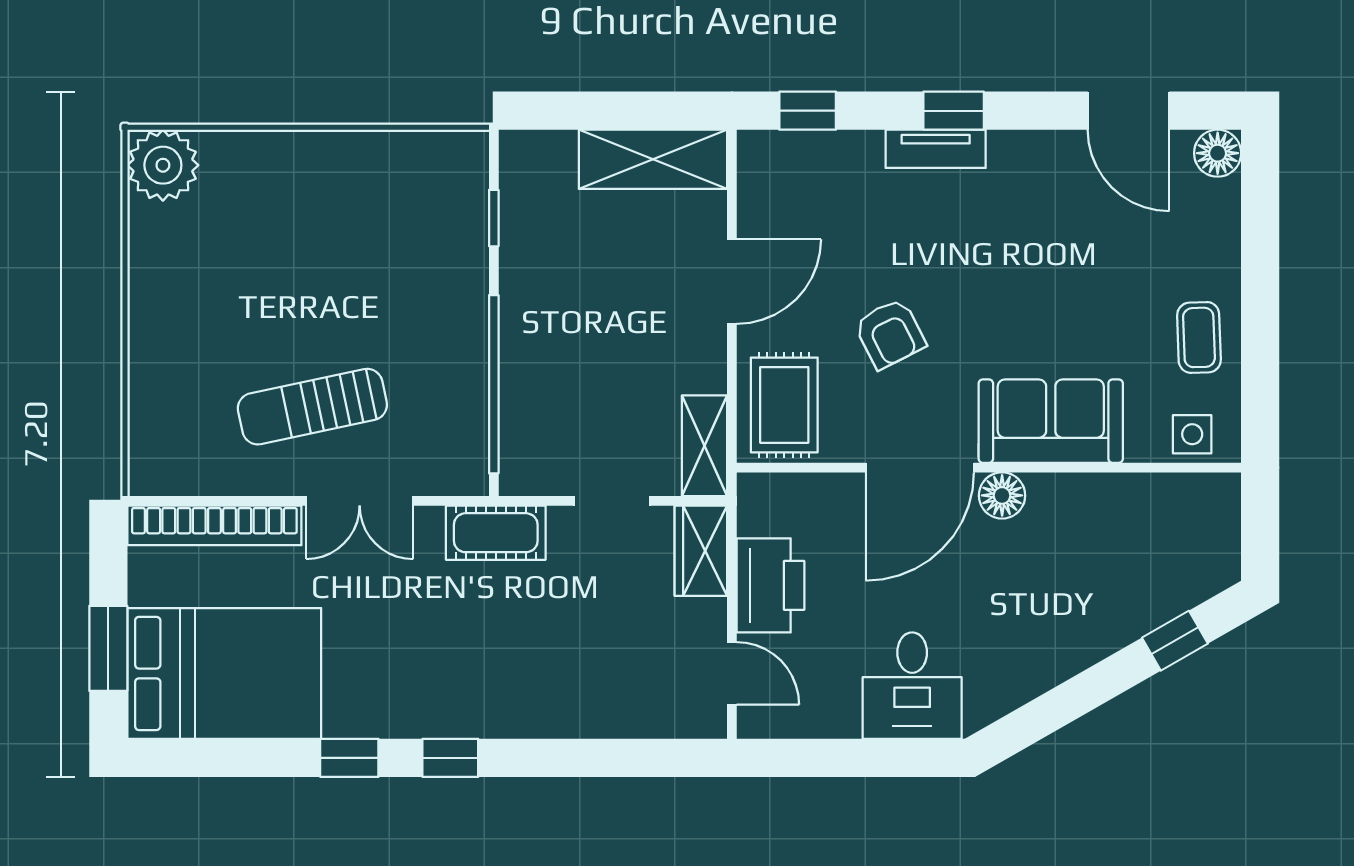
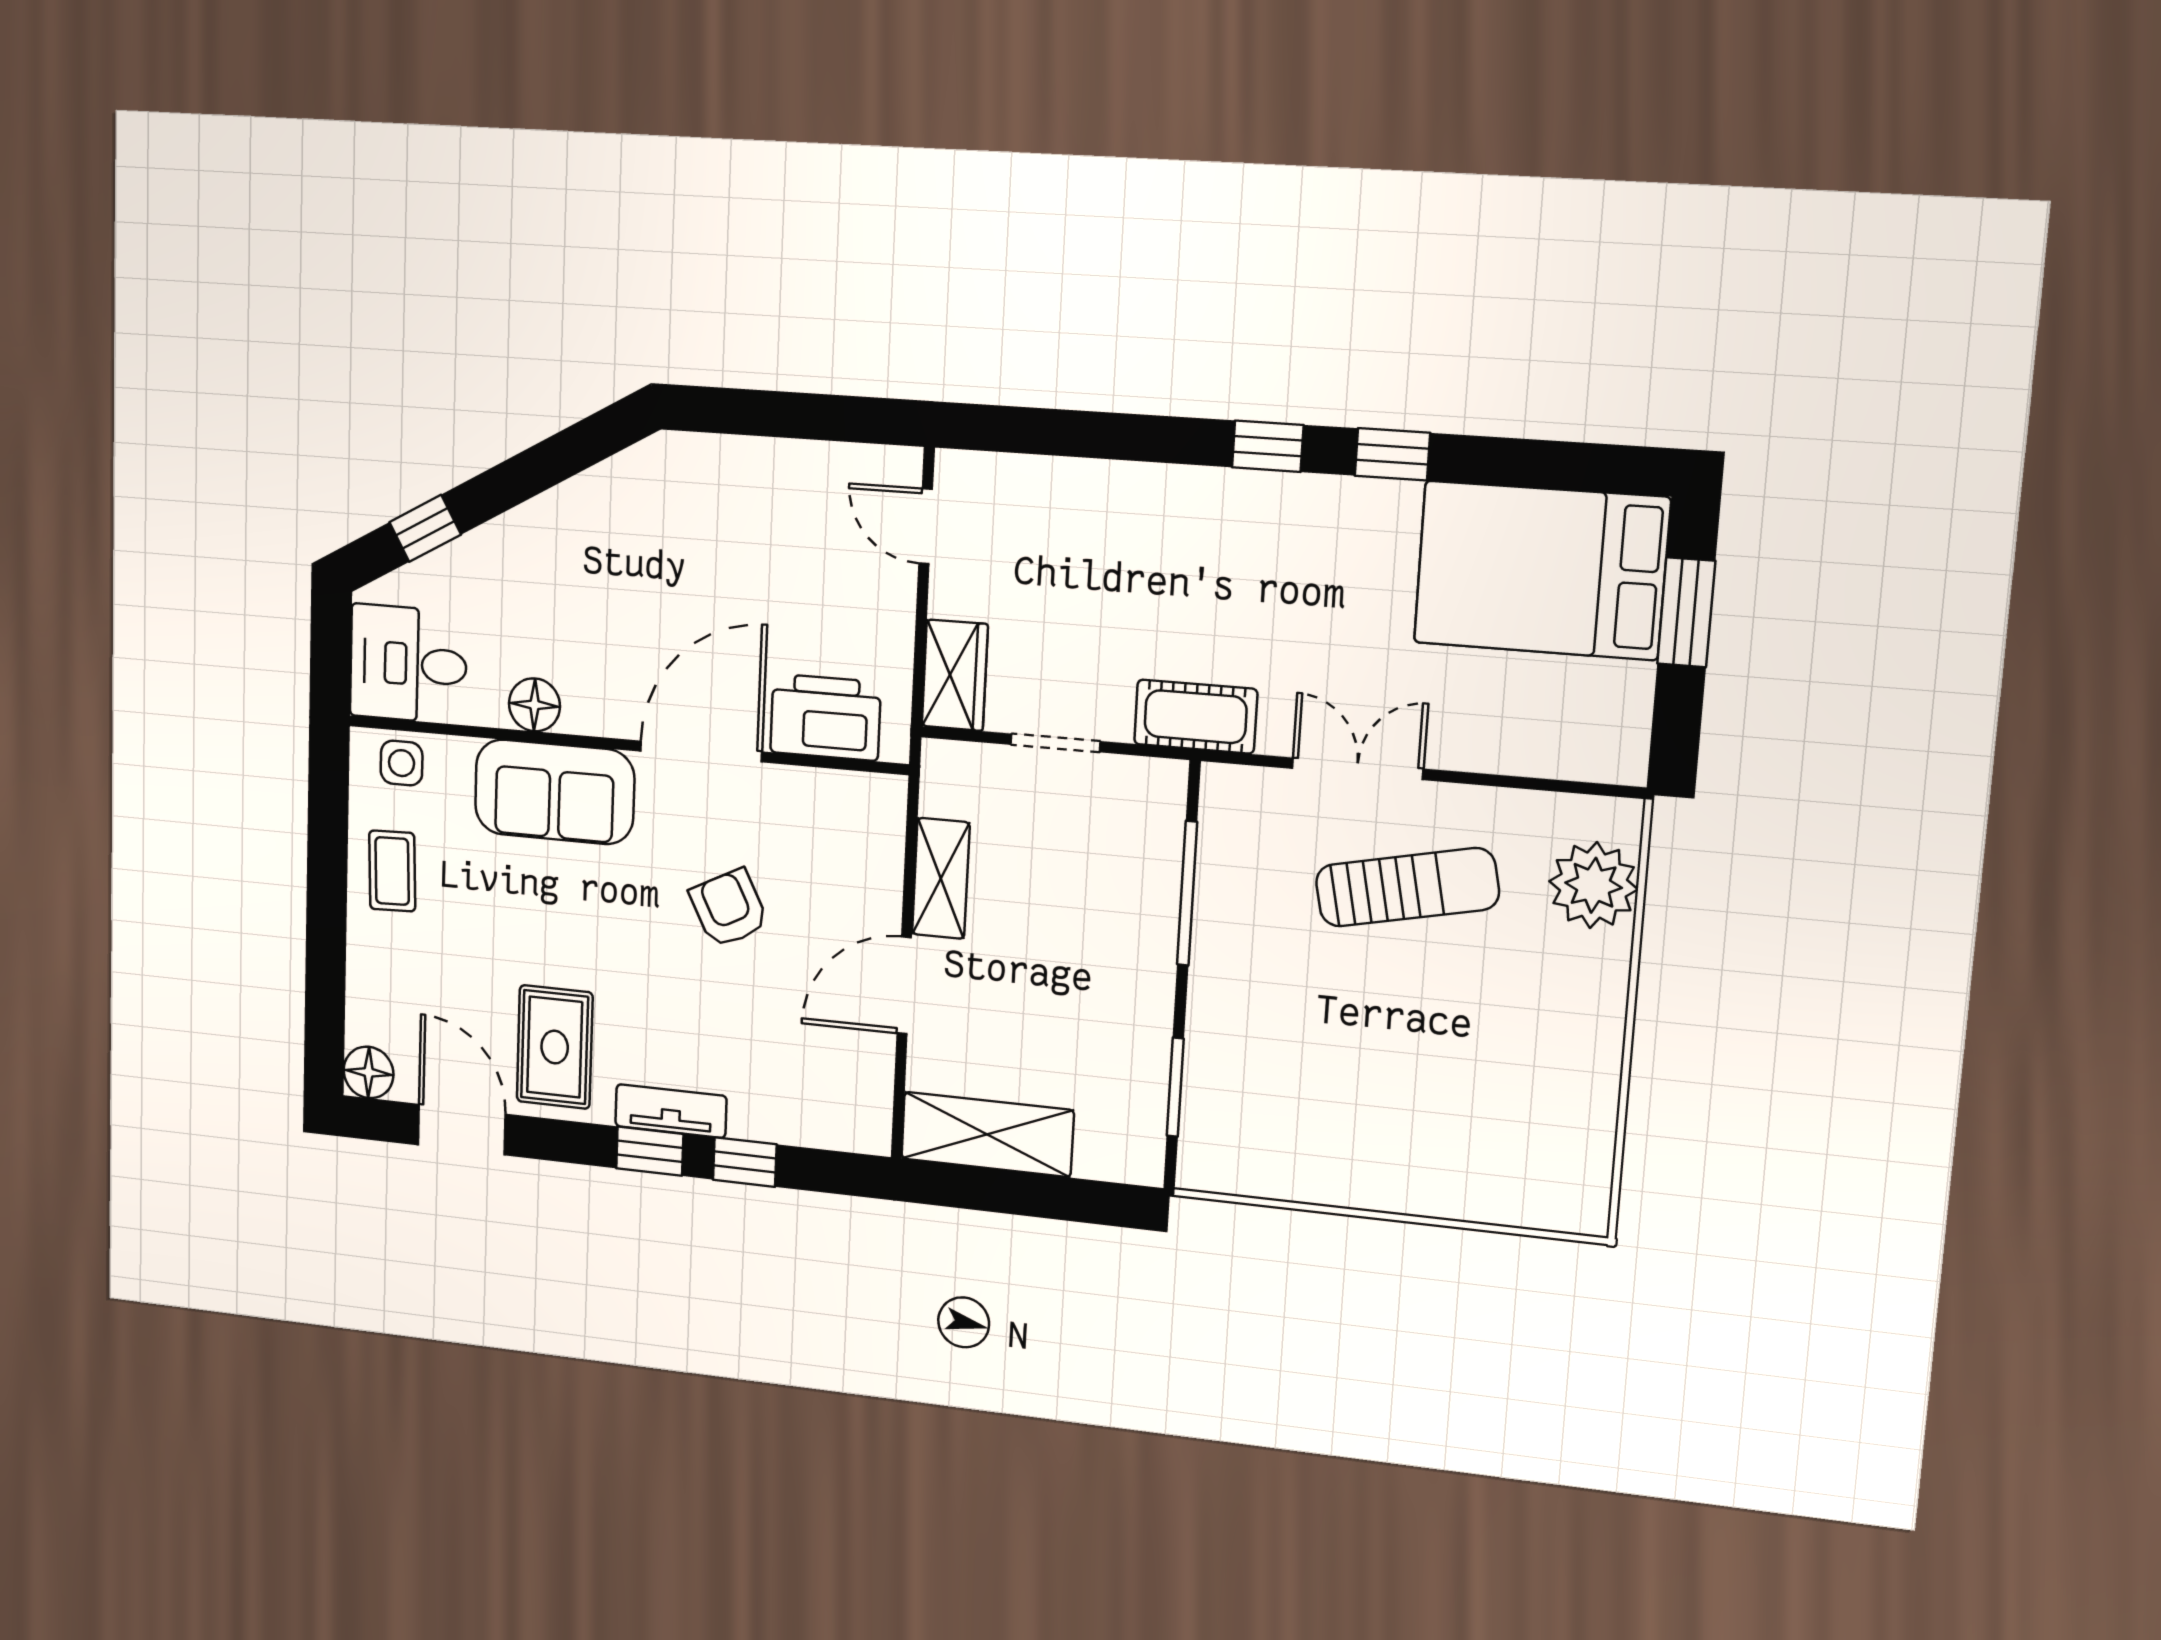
window: (808, 111) -> (745, 1162), moved
plant: (163, 165) -> (1594, 885), moved
window: (494, 218) -> (1175, 1087), width x1.50
window: (494, 384) -> (1187, 893), width x0.68
rug: (784, 405) -> (555, 1047), moved
shelving: (704, 446) -> (941, 878), moved
floor lamp: (1002, 495) -> (534, 705), moved
bookcase: (214, 525) -> (1539, 754), removed
printer: (770, 585) -> (825, 717), moved, turned 90
desk: (912, 686) -> (408, 664), moved, turned -90

